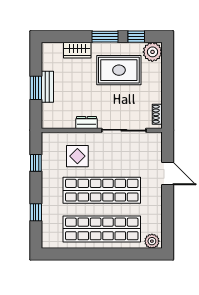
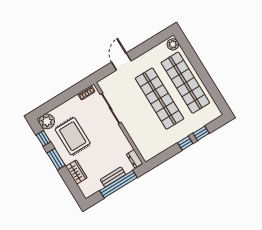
window: (36, 88) -> (118, 184), width x2.11
dresser: (86, 123) -> (135, 159), moved
display table: (77, 156) -> (147, 129), removed
window: (36, 163) -> (185, 143), moved

